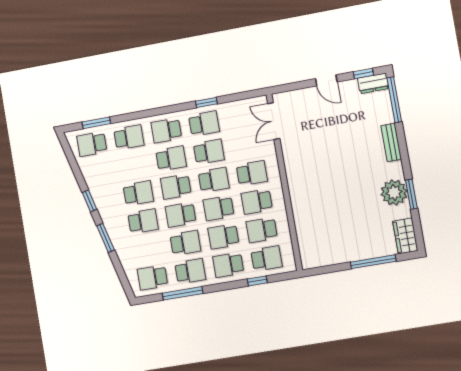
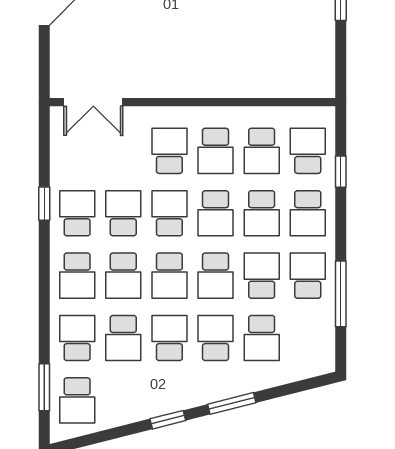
school desk: (171, 158) -> (123, 276), turned 180
school desk: (134, 165) -> (123, 338), added
school desk: (152, 278) -> (262, 338), moved

